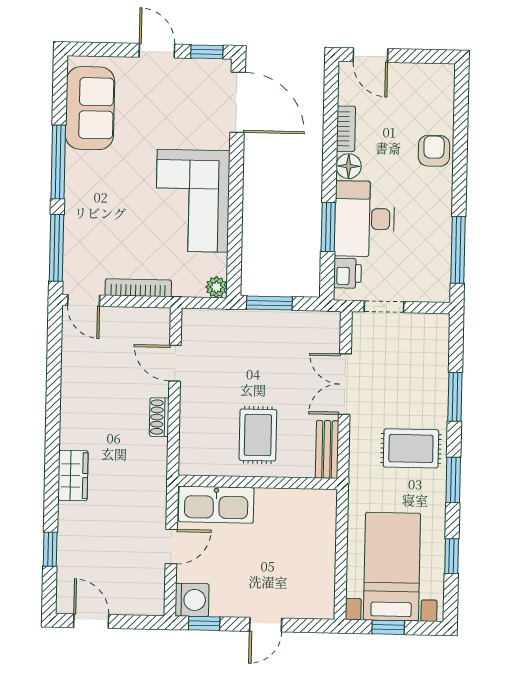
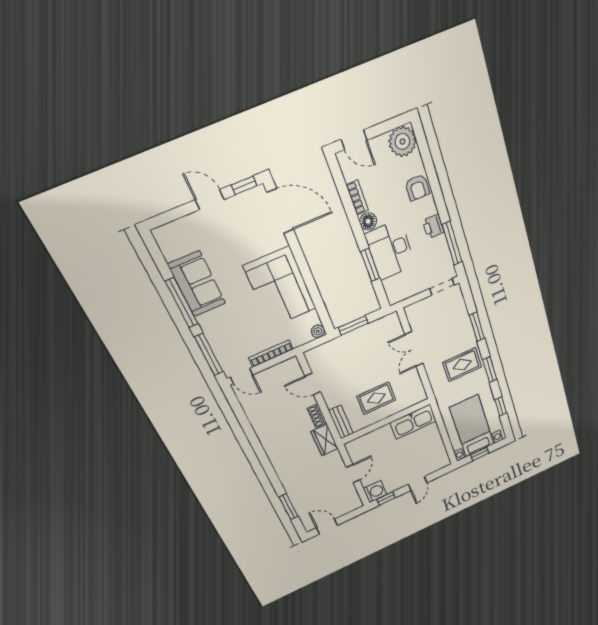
plant: (435, 83) -> (402, 141), added
sofa: (90, 108) -> (197, 284), moved
armchair: (434, 151) -> (417, 187), turned 180
printer: (347, 273) -> (433, 226), moved, turned 180
doorway: (384, 307) -> (442, 287), moved
rug: (258, 435) -> (376, 398), turned 90
bench: (327, 449) -> (341, 422), moved
wardrobe: (73, 475) -> (325, 440), moved, turned 180
kitchen sink: (216, 505) -> (413, 422), moved
window: (50, 549) -> (289, 507), width x1.50

